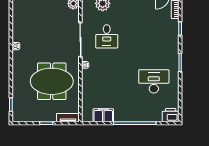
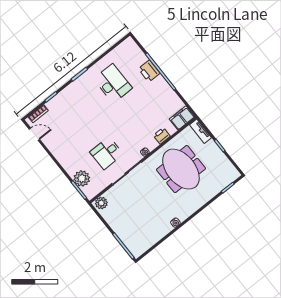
desk: (107, 36) -> (107, 153), turned 180
desk: (154, 81) -> (113, 83), turned 180
printer: (87, 87) -> (162, 136), added
filing cabinet: (103, 115) -> (182, 118), moved, turned 90
printer: (171, 115) -> (149, 71), moved

